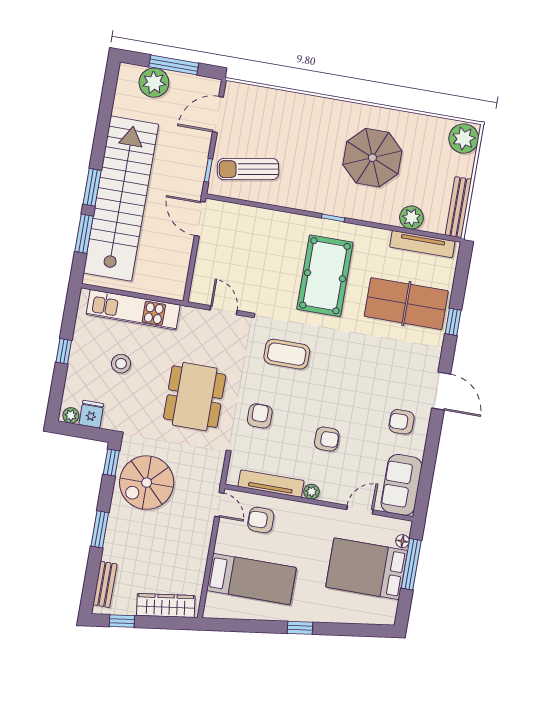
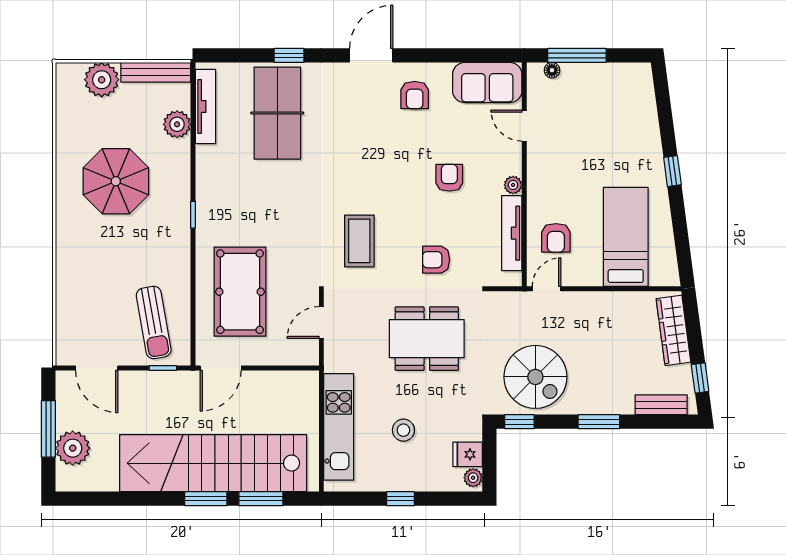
plant: (464, 139) -> (102, 80), moved
pool table: (325, 276) -> (240, 292), moved, turned 90
bed: (367, 569) -> (591, 106), removed

